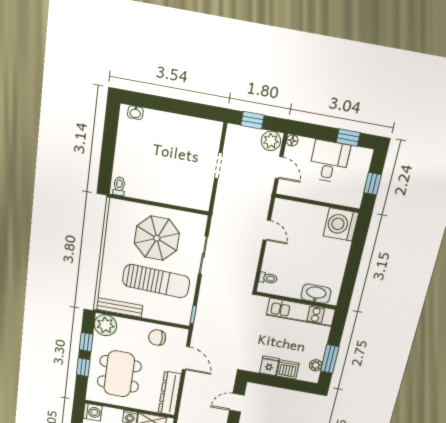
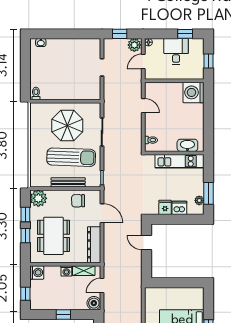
door: (279, 167) -> (143, 61), swing flipped
bench: (119, 307) -> (68, 182), moved
door: (237, 403) -> (147, 243), hinge flipped

